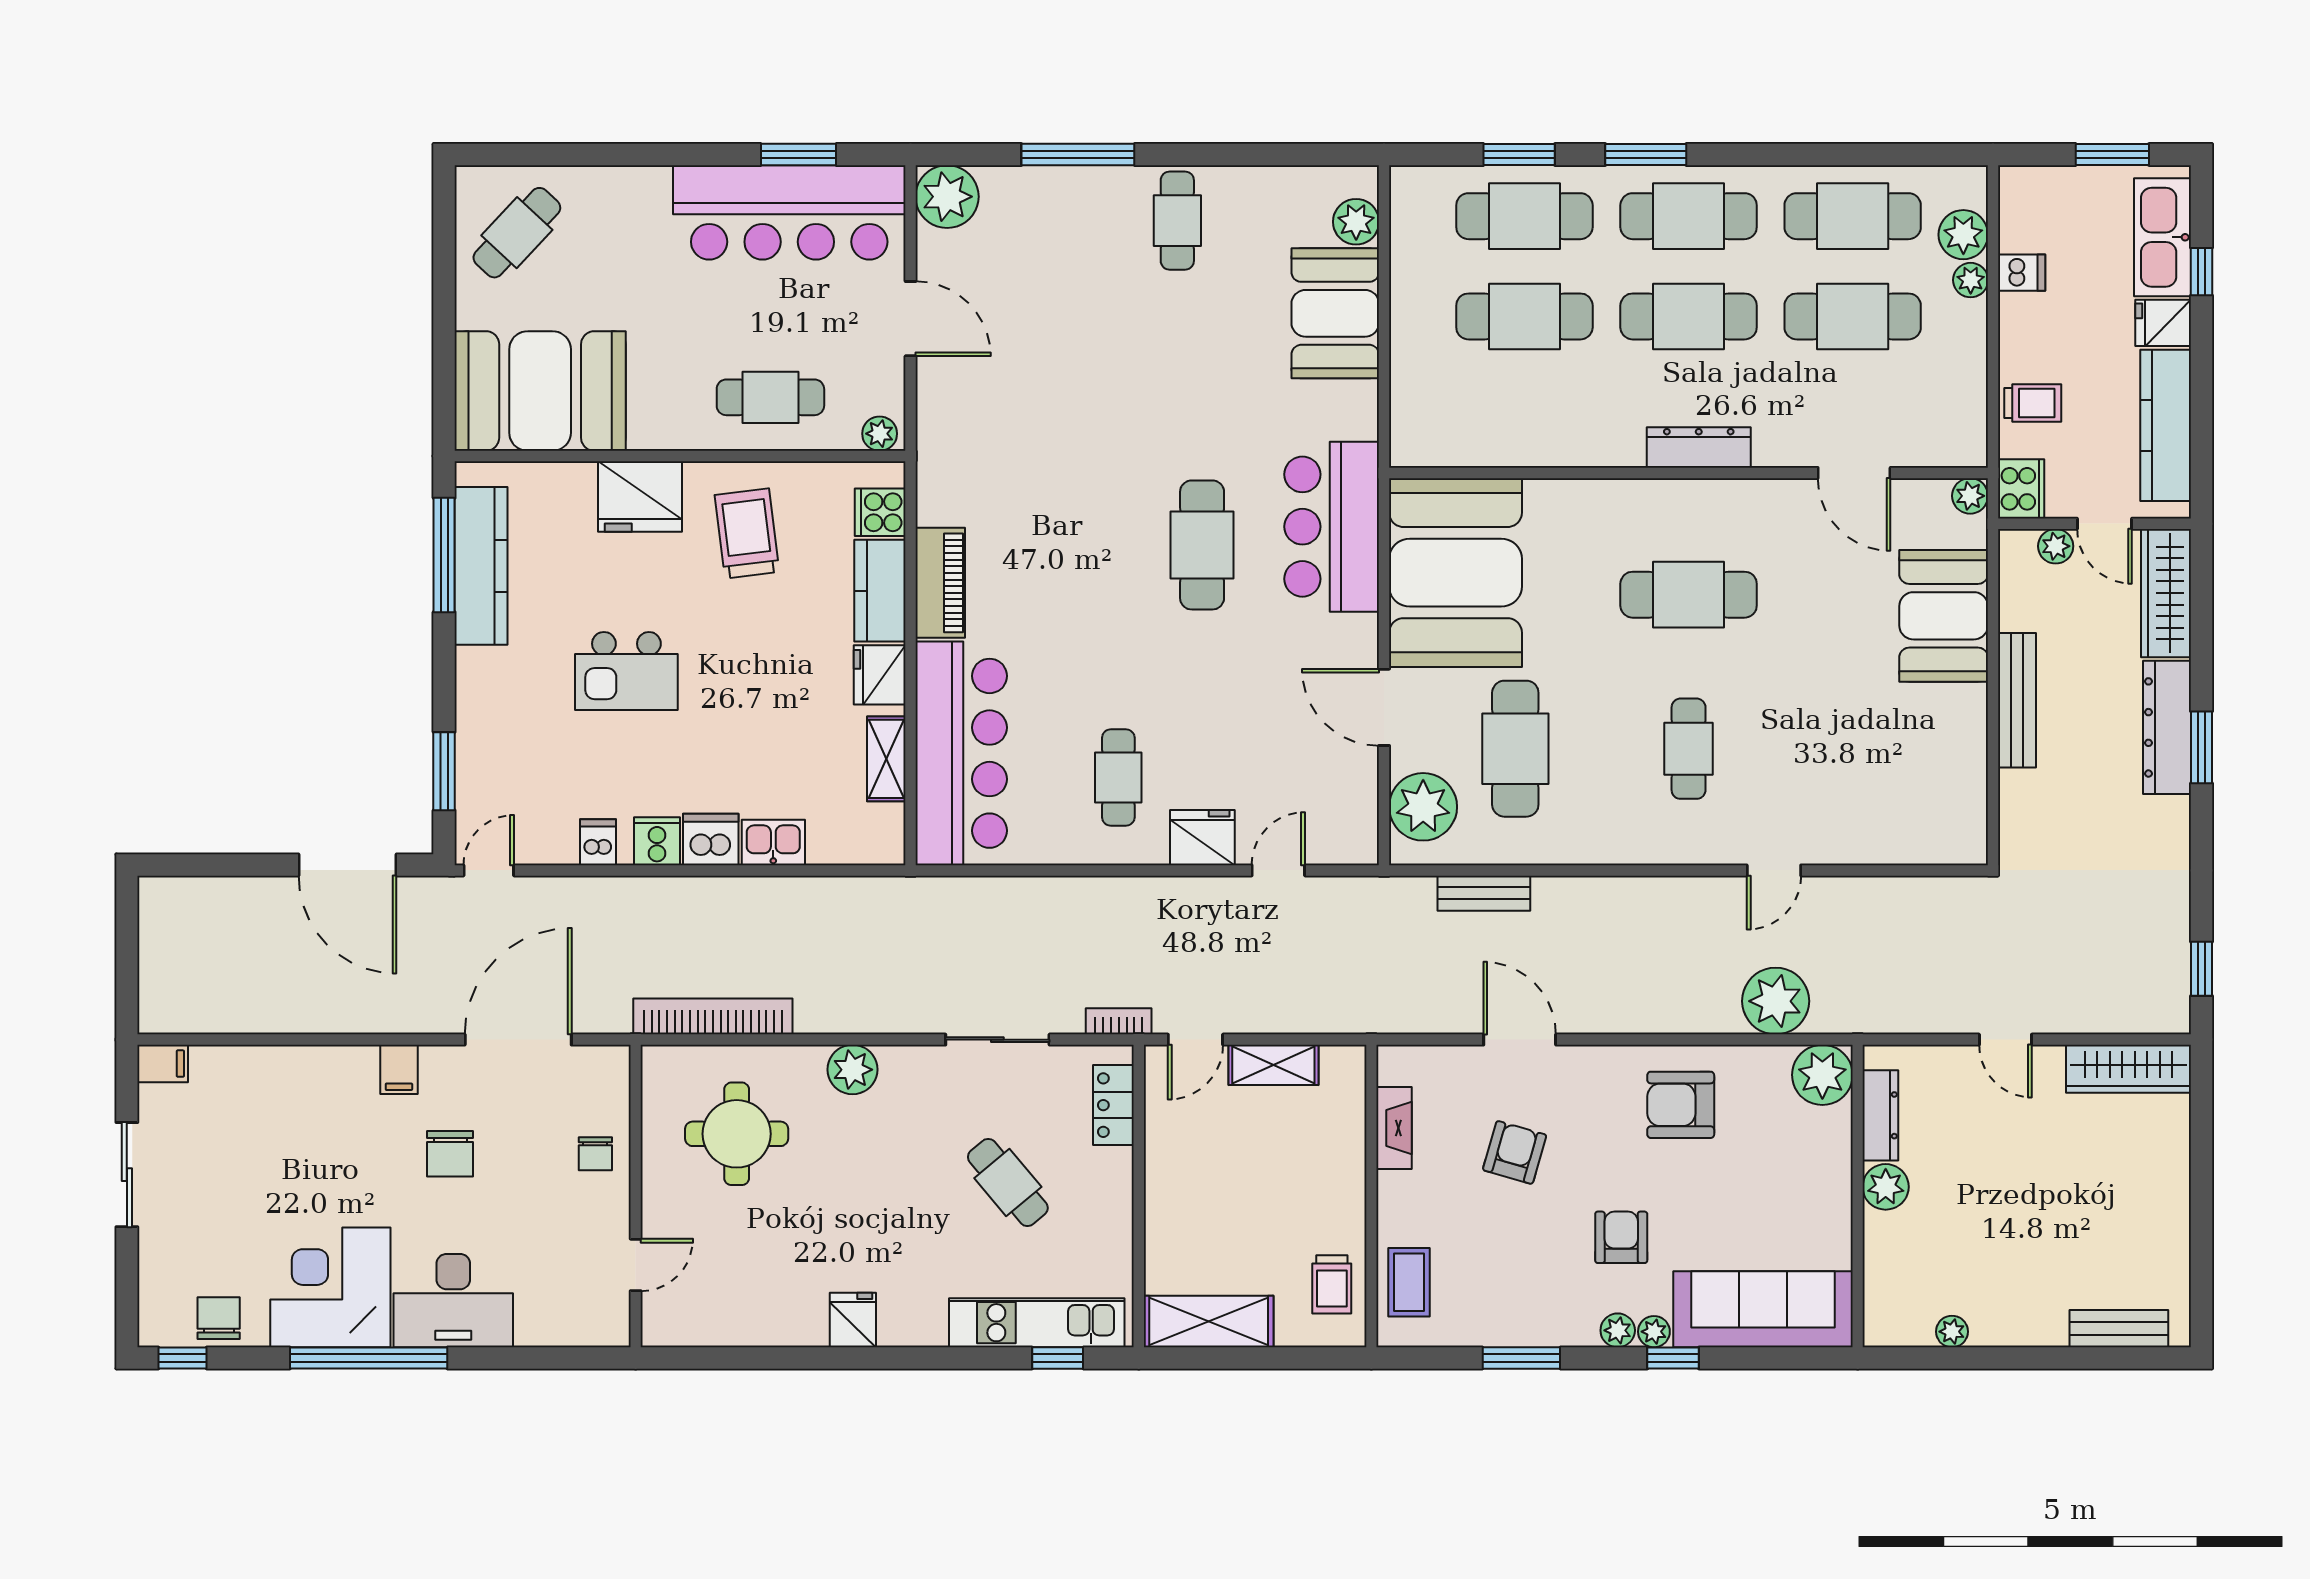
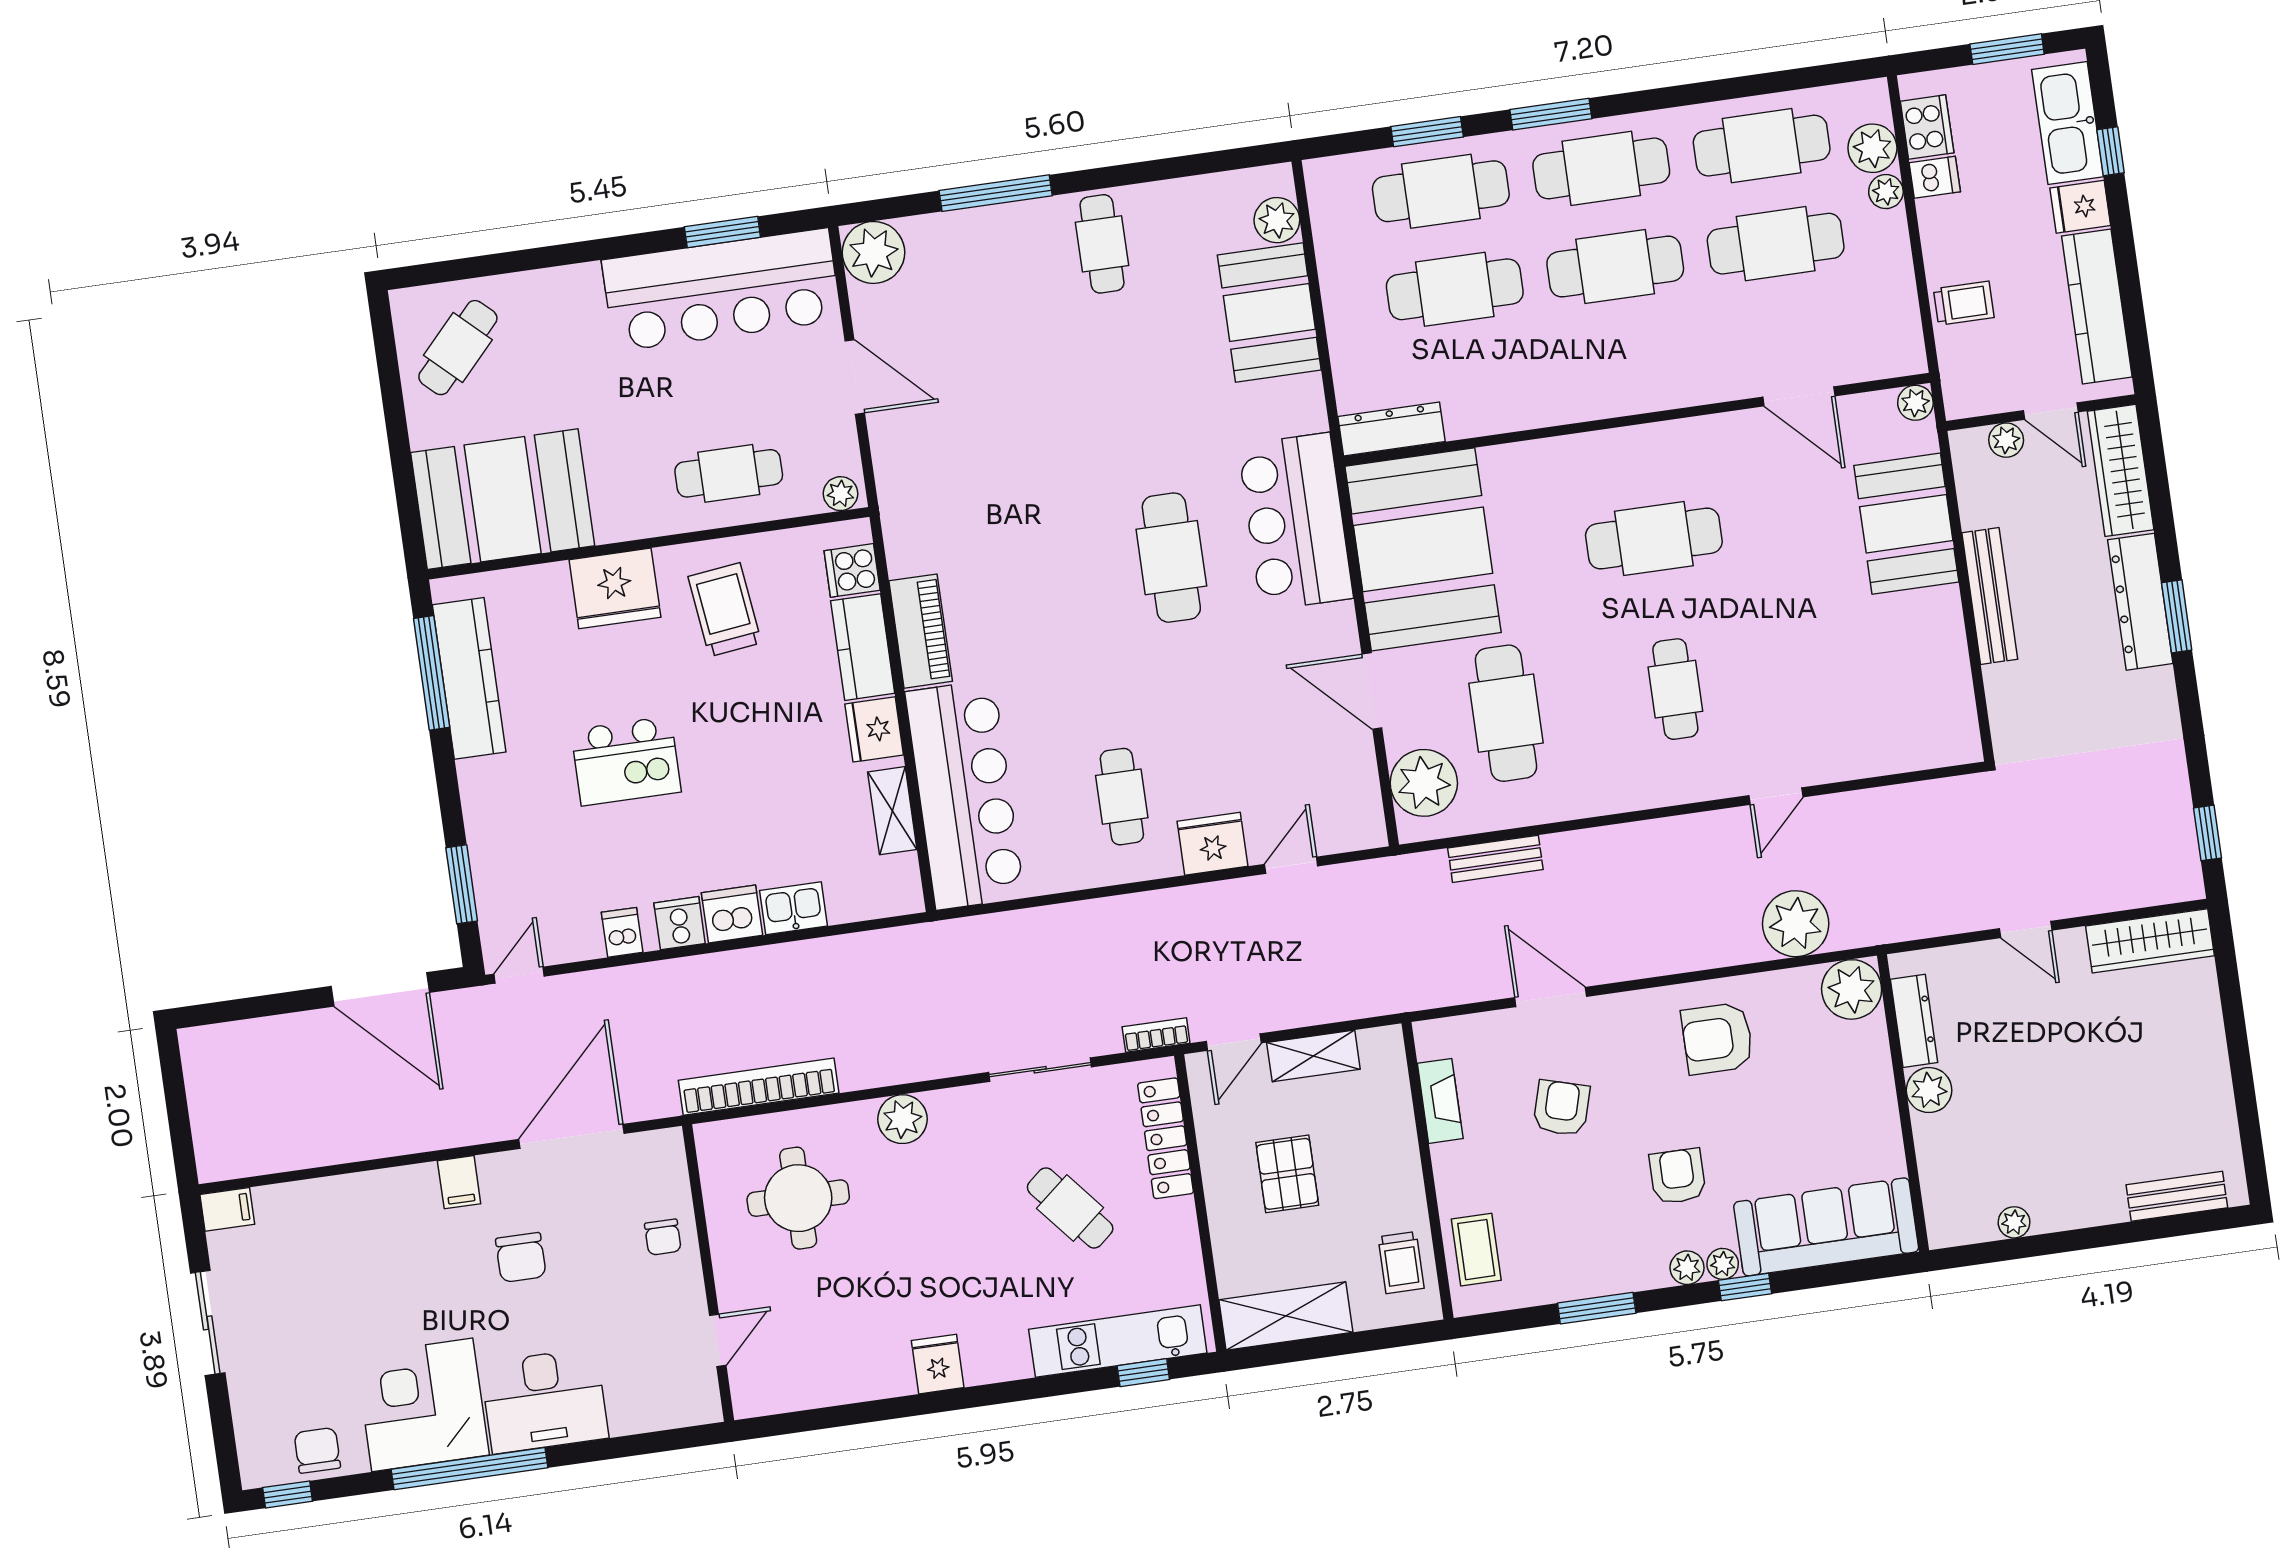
dresser: (1699, 448) -> (1391, 429), moved
cooker: (2021, 489) -> (1927, 127), moved
locker: (1113, 1105) -> (1166, 1138), width x1.53
pallet: (1230, 1179) -> (1287, 1174), added

